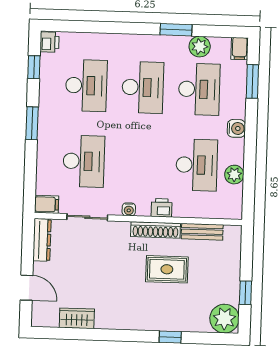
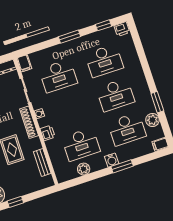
window: (252, 81) -> (122, 166), moved
shoe rack: (156, 230) -> (29, 122), moved

